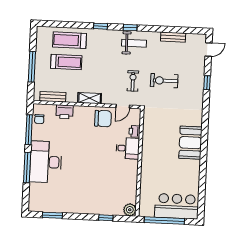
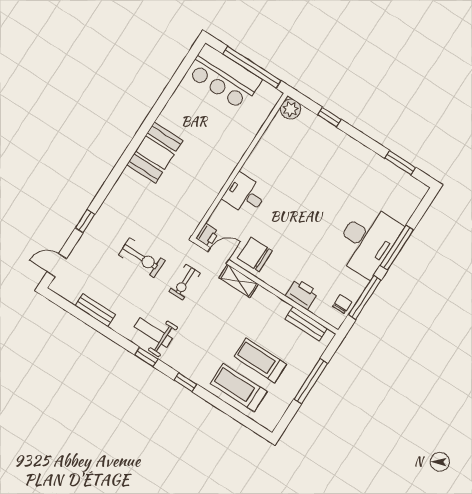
treadmill: (69, 40) -> (239, 388), turned 180
shelving: (90, 98) -> (239, 281), moved
printer: (134, 131) -> (207, 235), moved

